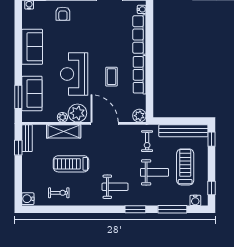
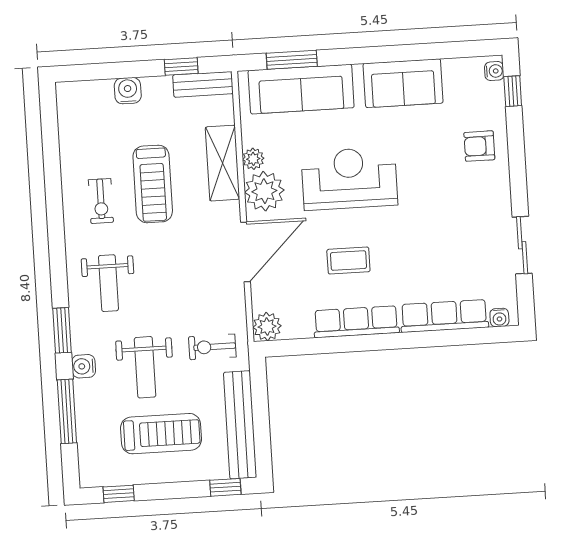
sofa: (32, 93) -> (301, 89), width x1.36
treadmill: (71, 164) -> (153, 184), turned 180
exercise bike: (59, 193) -> (101, 201), moved
water cooler: (28, 199) -> (128, 91), moved
water cooler: (195, 200) -> (84, 366), moved

